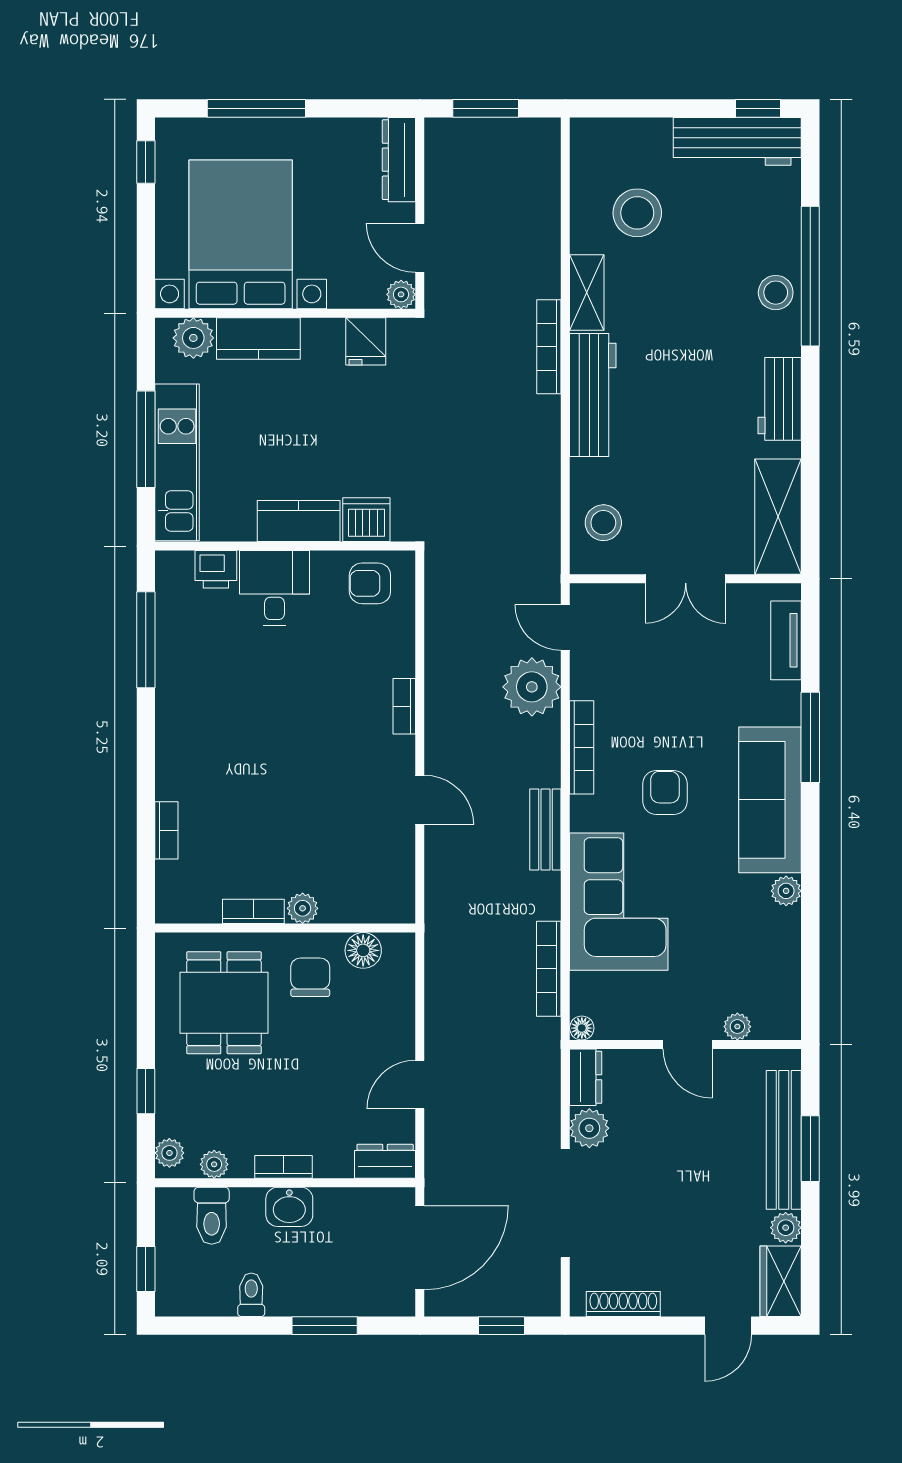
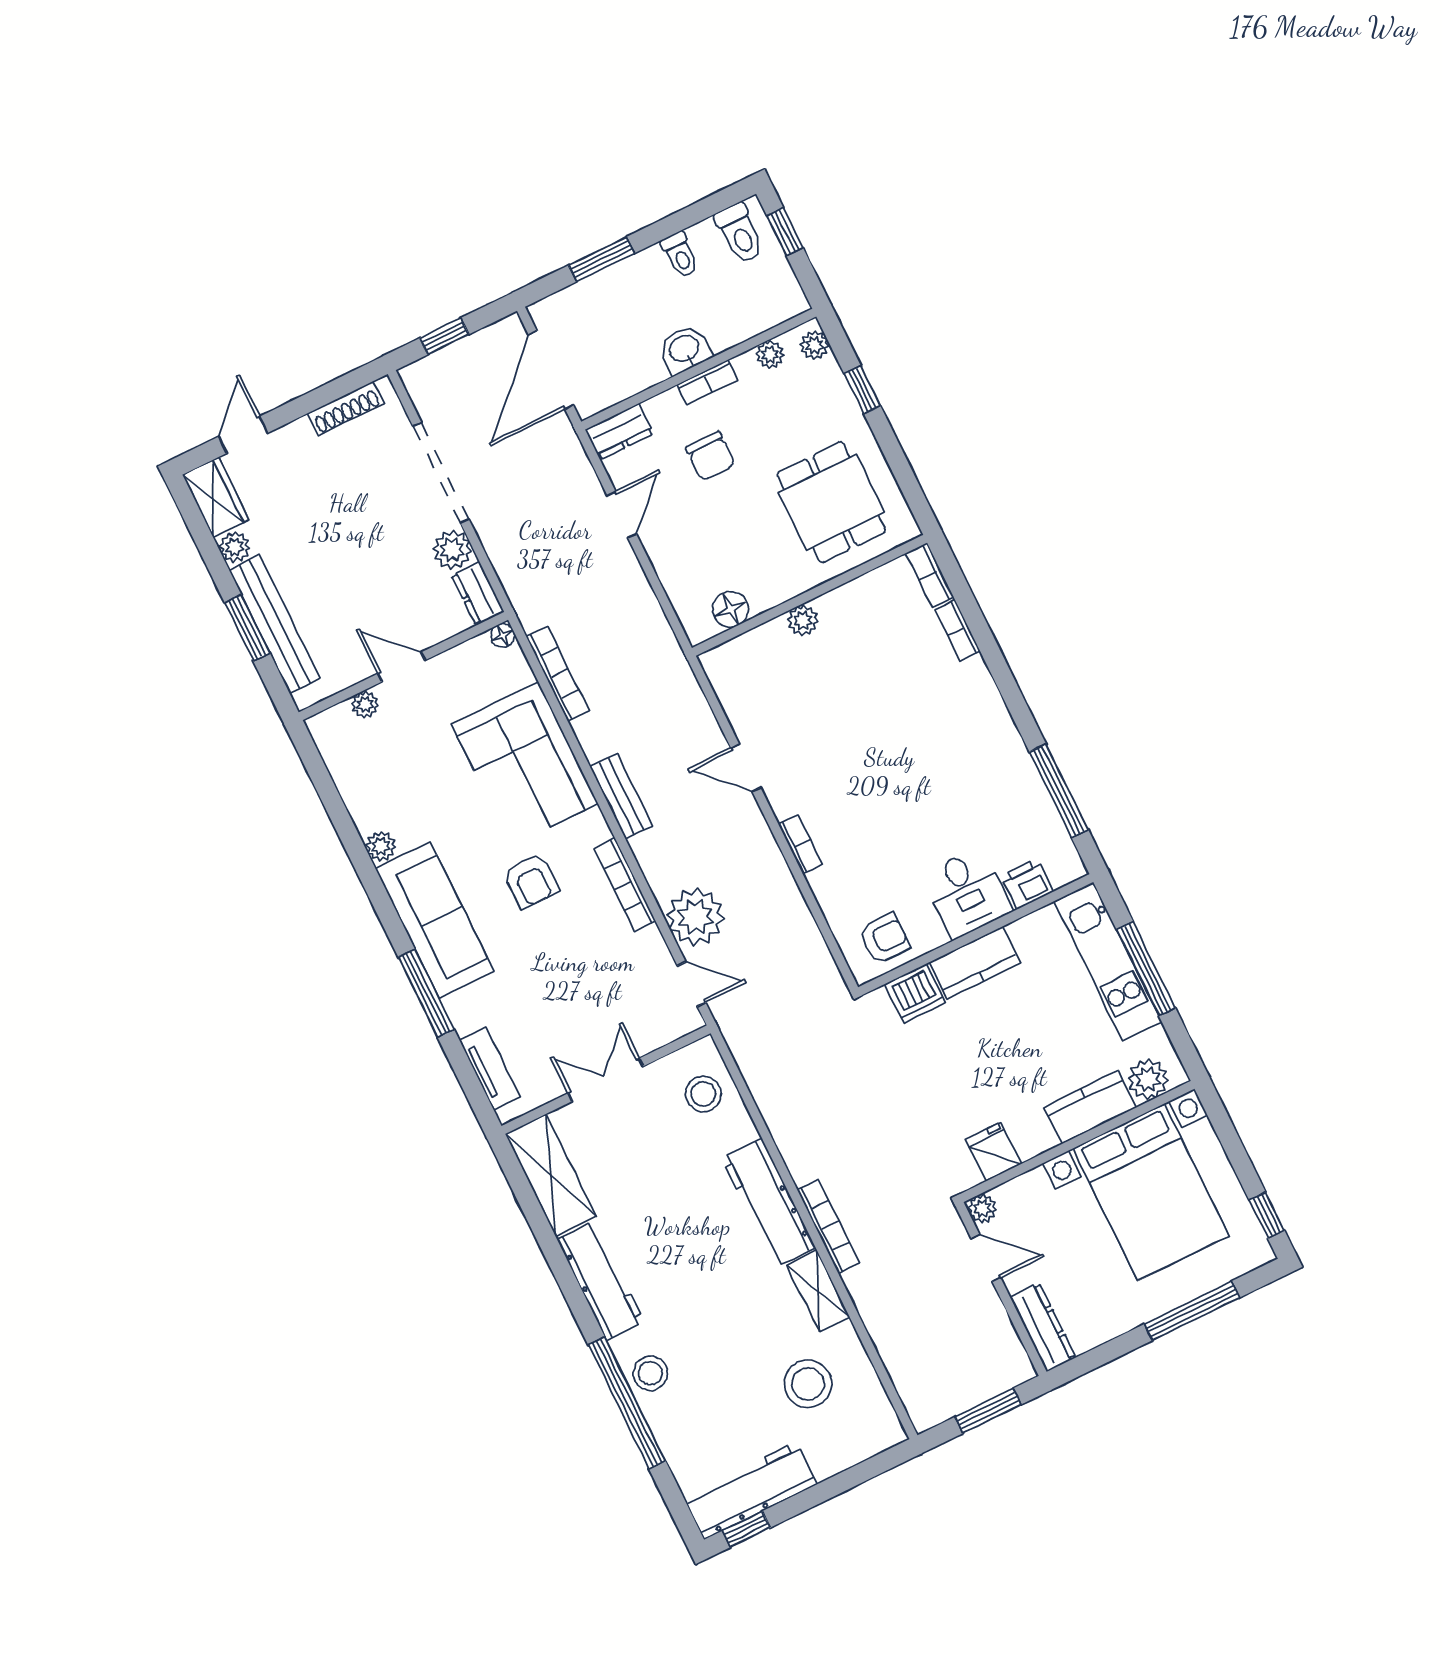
workbench: (780, 399) -> (601, 1281), width x1.38
bookcase: (253, 911) -> (930, 575), moved, turned 90
chair: (310, 977) -> (711, 456), moved
toilet: (212, 1216) -> (740, 233), moved, turned 180

